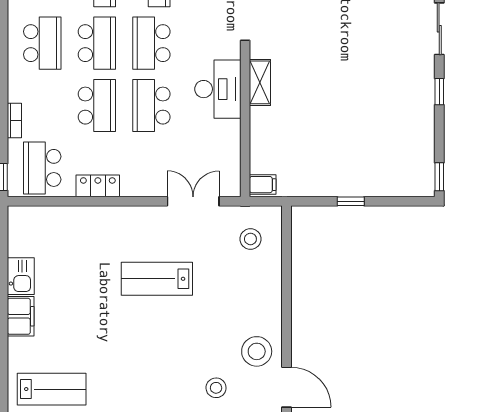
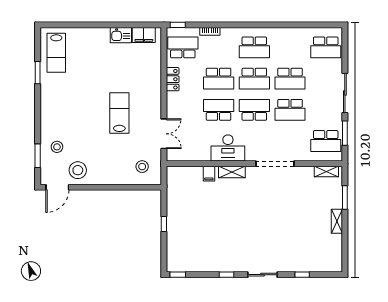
filing cabinet: (263, 185) -> (209, 174), moved
filing cabinet: (21, 316) -> (144, 35), moved

